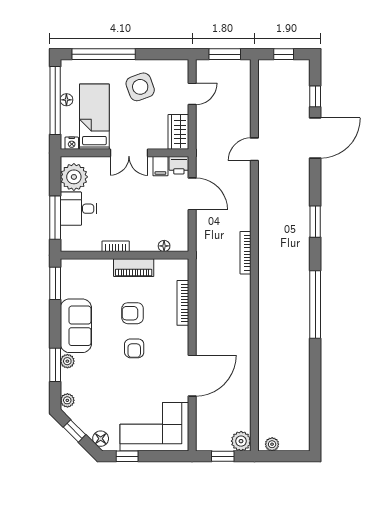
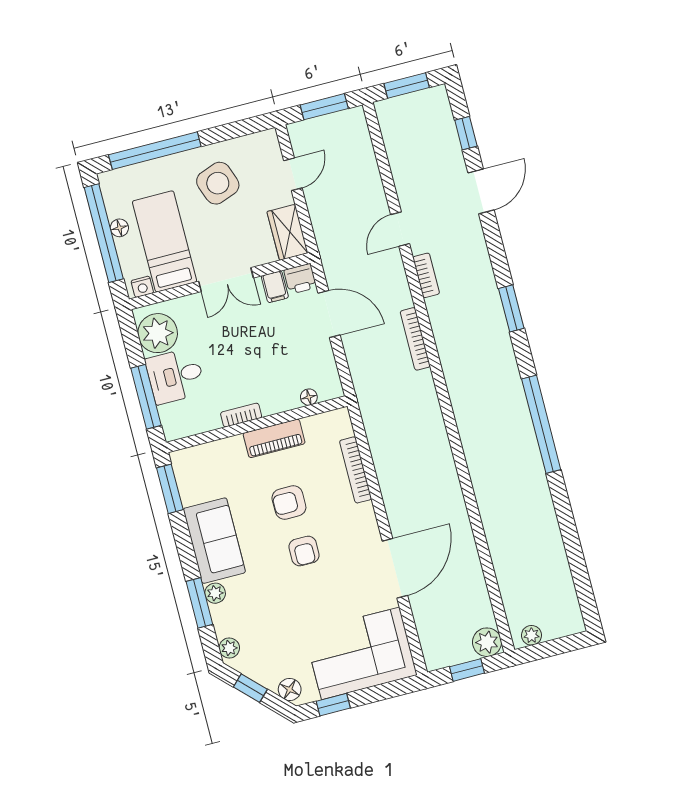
window: (284, 54) -> (407, 85), width x1.50
door: (315, 138) -> (481, 191), width x0.73
bookcase: (264, 185) -> (426, 275), added
bookcase: (246, 253) -> (415, 339), moved

